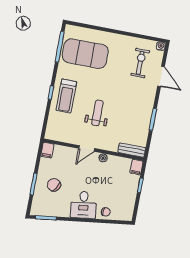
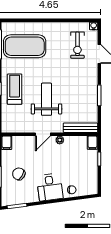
exercise bike: (140, 63) -> (77, 45), turned 180
treadmill: (66, 96) -> (15, 89), turned 180
weight bench: (97, 113) -> (46, 99), width x1.36, depth x1.33
bench: (132, 150) -> (80, 128), width x1.36

